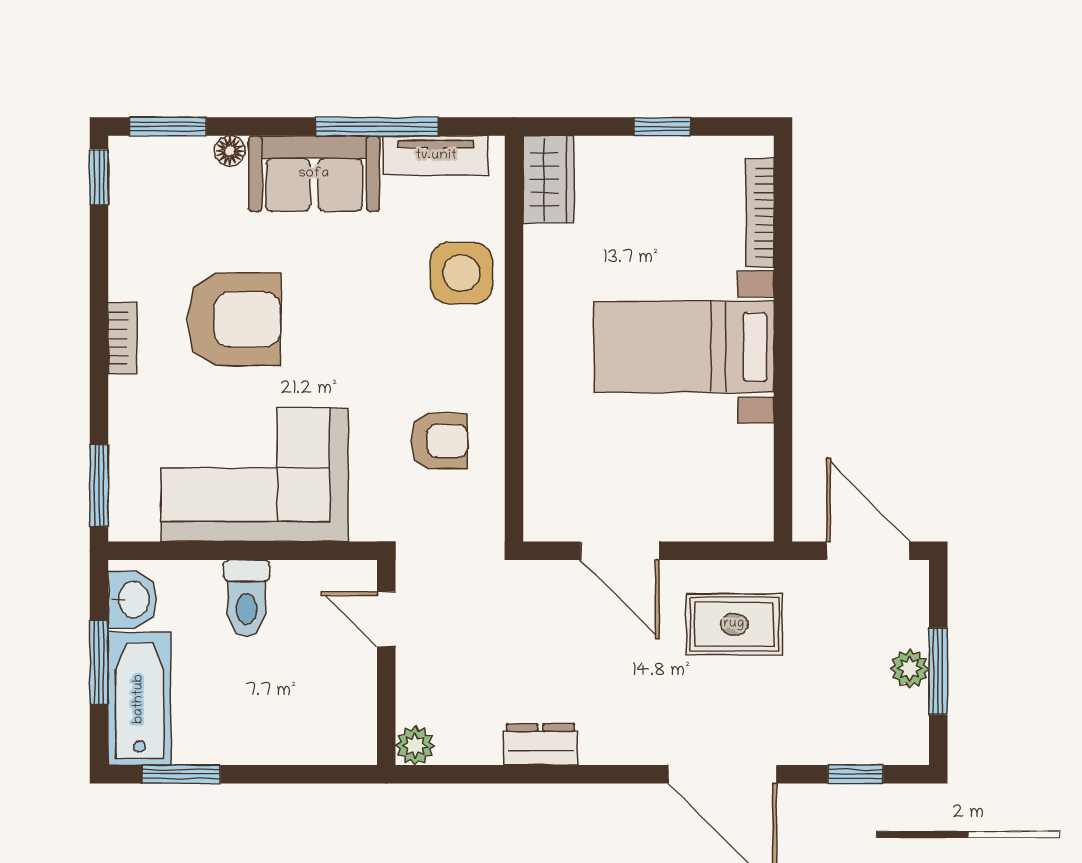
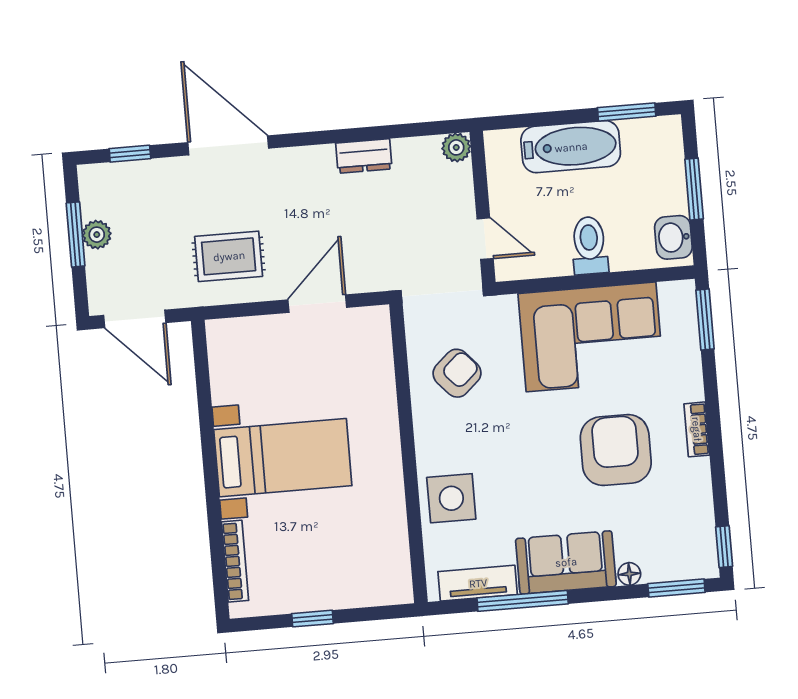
wardrobe: (548, 179) -> (393, 573), removed
armchair: (234, 319) -> (616, 450), turned 90
armchair: (439, 441) -> (457, 373), turned 138
door: (620, 551) -> (317, 304), hinge flipped
bathtub: (139, 699) -> (571, 147), moved, turned -90

